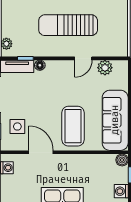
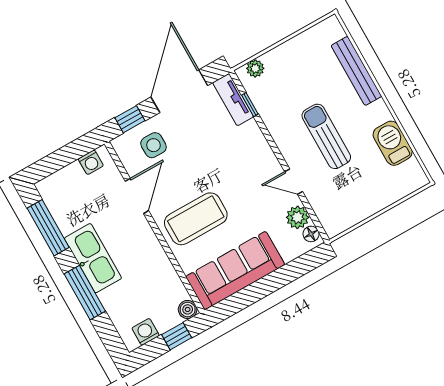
sun lounger: (68, 25) -> (326, 136), width x0.73, depth x0.75
floor lamp: (40, 65) -> (311, 234), moved

